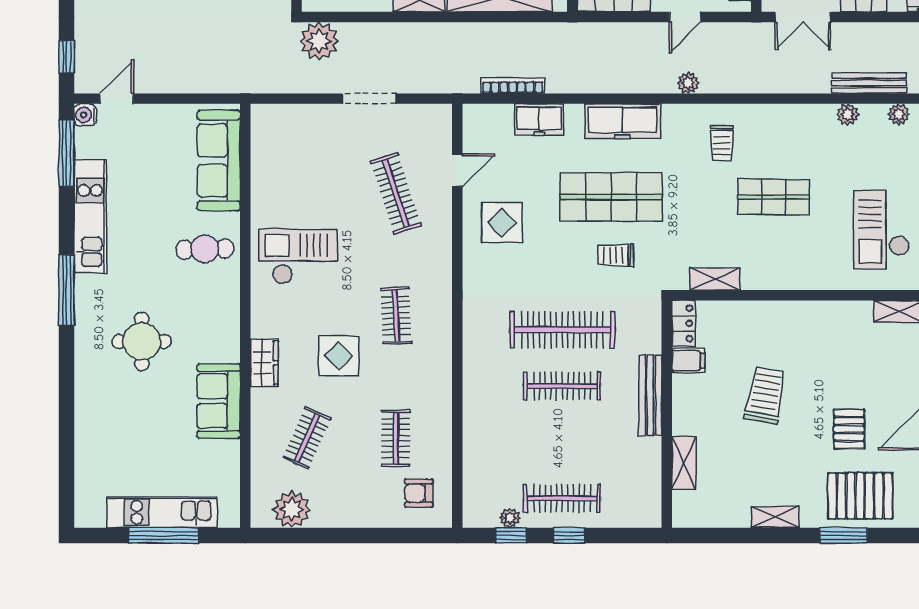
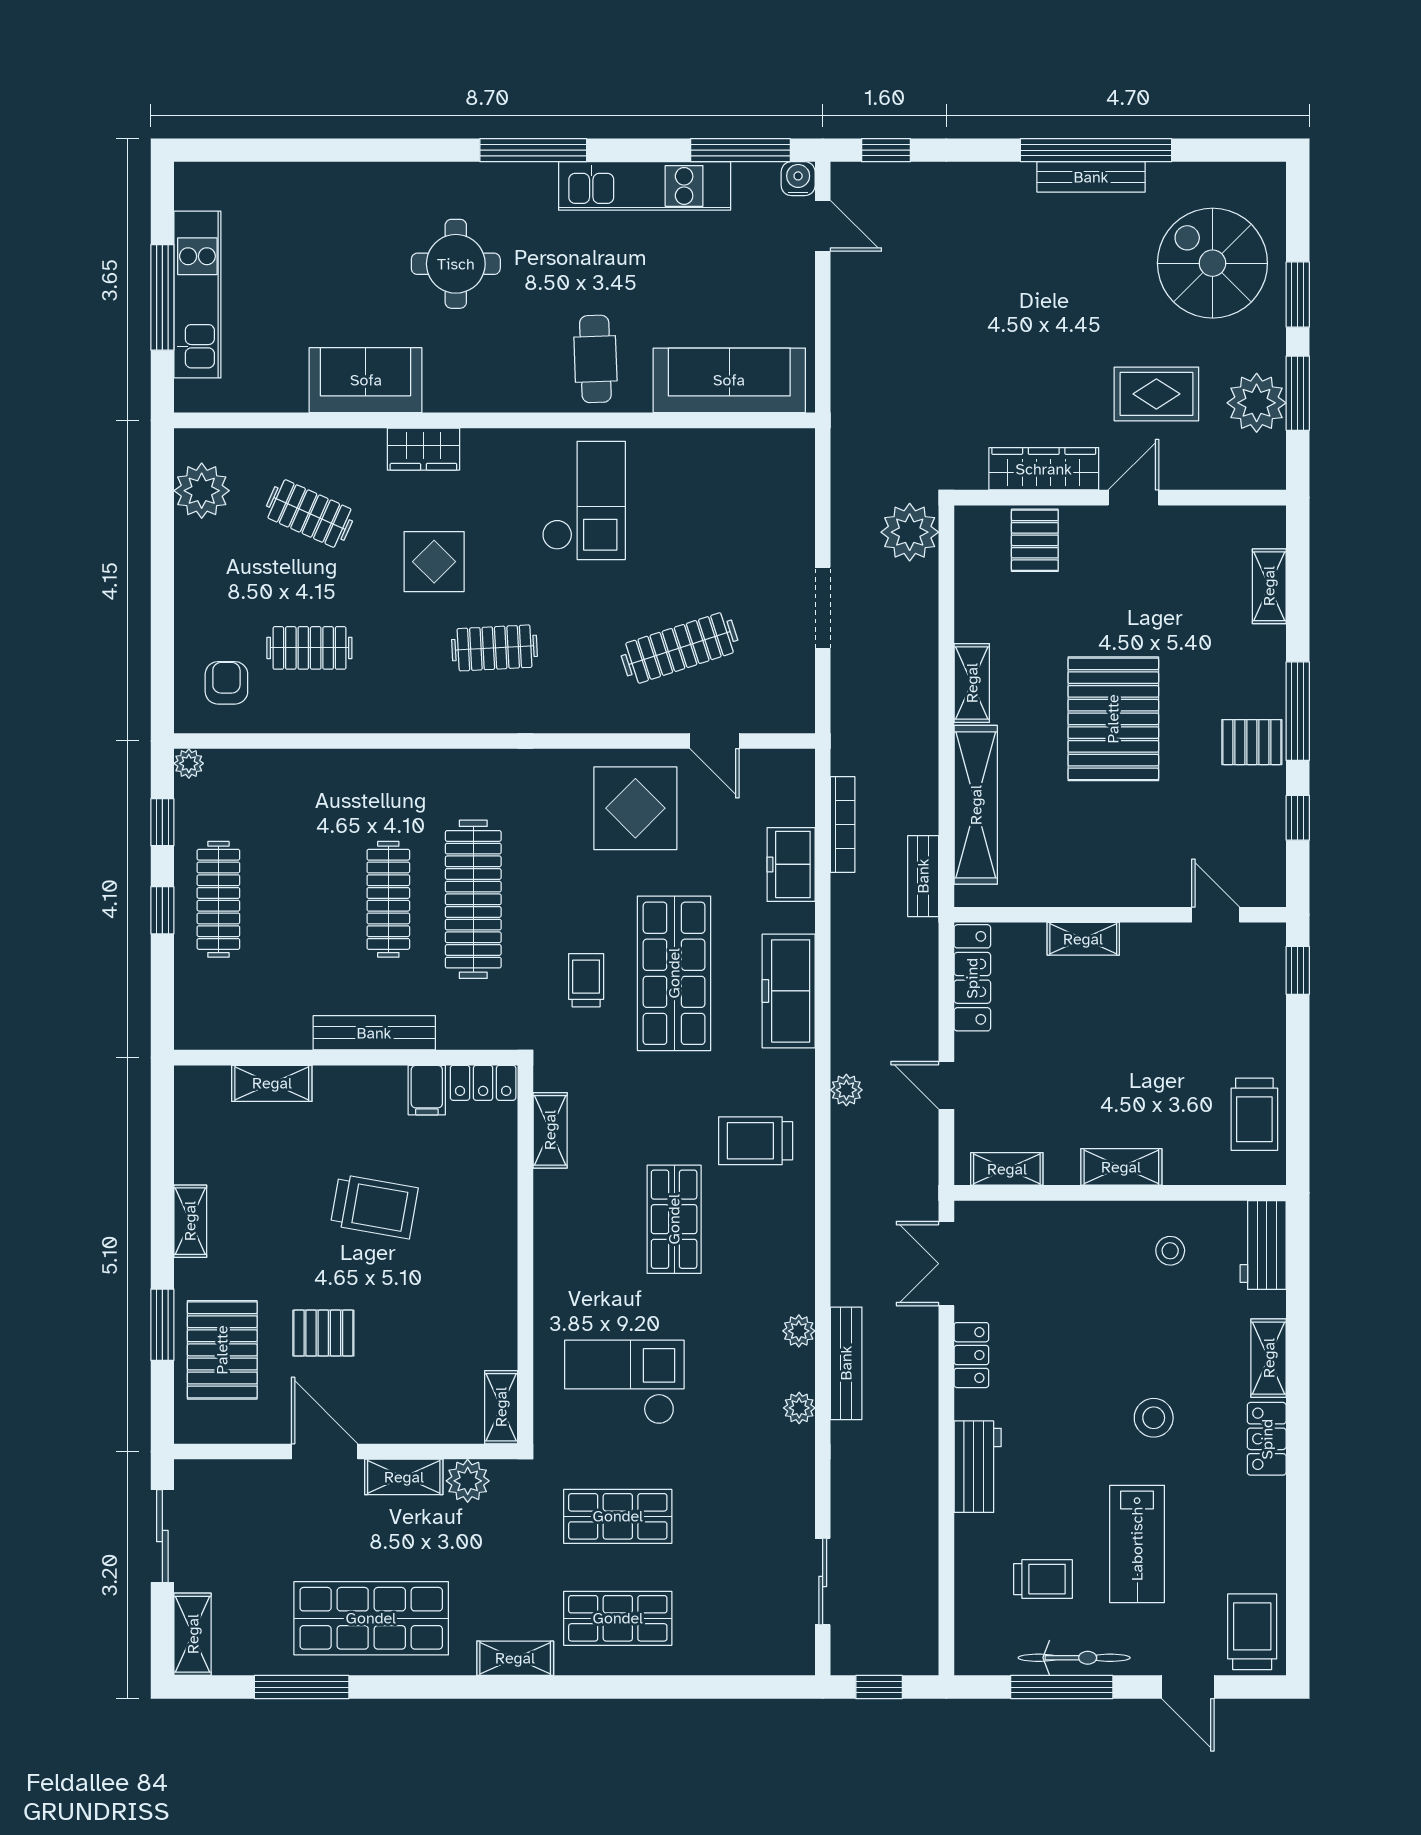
bench: (547, 32) -> (923, 876), added
trolley: (722, 143) -> (756, 1141), width x1.36, depth x1.39
display table: (502, 223) -> (635, 808), width x1.36, depth x1.36
plant: (510, 518) -> (189, 763), moved

